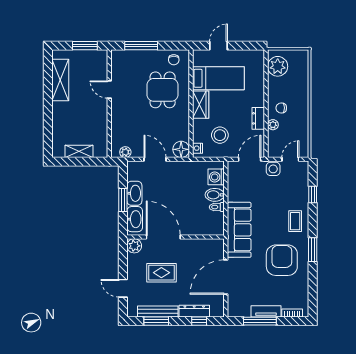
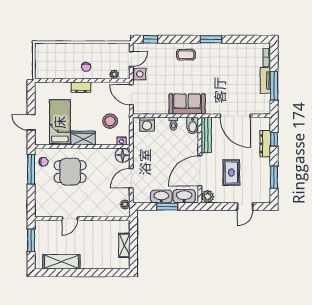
window: (141, 46) -> (31, 169), moved
plant: (278, 66) -> (49, 70), removed
dresser: (258, 118) -> (81, 87), moved
plant: (273, 125) -> (114, 74), moved
door: (290, 159) -> (131, 59), swing flipped
window: (313, 194) -> (150, 39), moved
bidet: (215, 195) -> (193, 126), moved
sofa: (239, 230) -> (187, 104), width x0.73
armchair: (282, 260) -> (220, 66), removed
bench: (158, 311) -> (206, 135), moved

